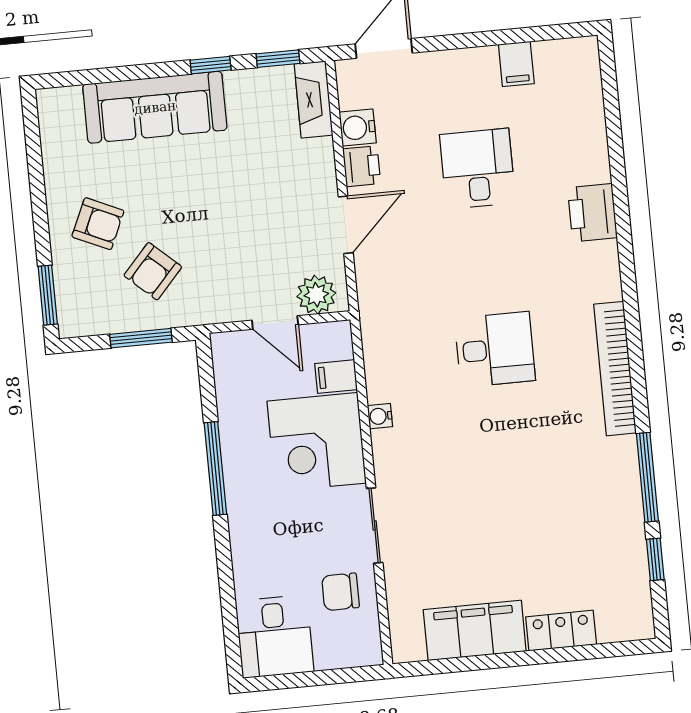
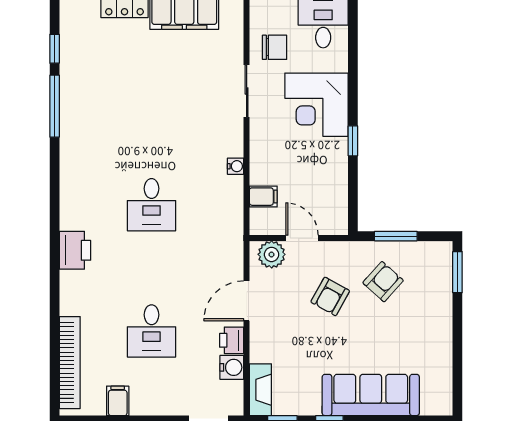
printer: (592, 213) -> (75, 250), moved
armchair: (98, 224) -> (330, 296), moved, turned -85
desk: (495, 349) -> (152, 205), turned -90
bookcase: (615, 369) -> (70, 363), moved
corner desk: (317, 442) -> (316, 105), moved, turned 180
window: (215, 469) -> (353, 141), width x0.46

